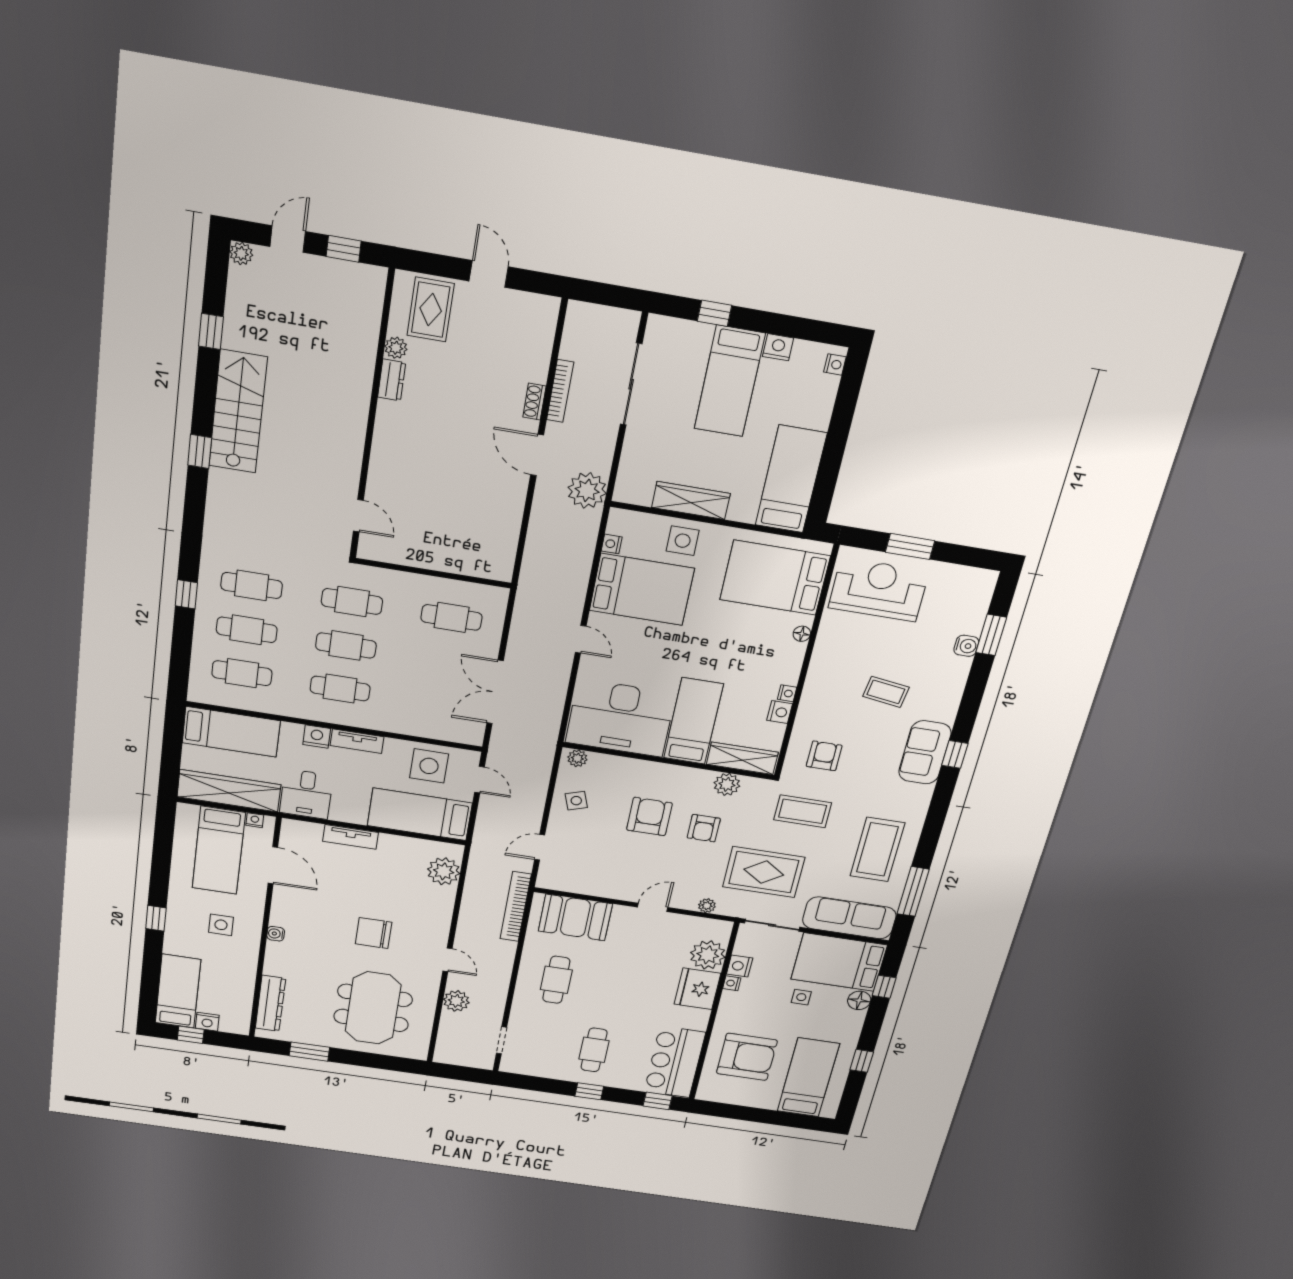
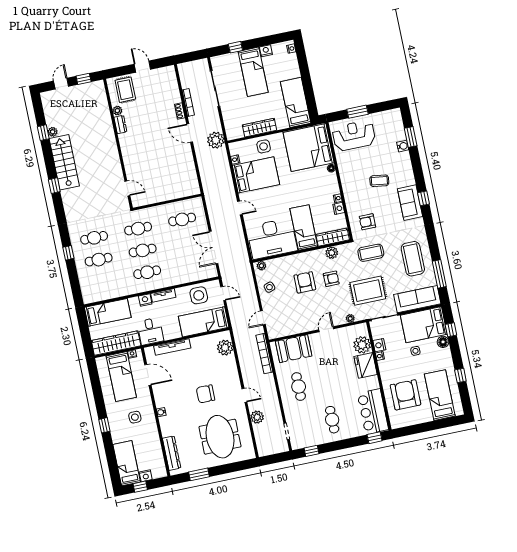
plant: (241, 253) -> (53, 132), moved
bed: (775, 578) -> (309, 148), width x1.36
cafe table: (242, 673) -> (103, 281), removed
armchair: (824, 756) -> (367, 222), turned -90
armchair: (704, 828) -> (331, 279), turned -90
tv unit: (351, 837) -> (172, 347), width x1.41
armchair: (747, 1057) -> (405, 395), turned -90
window: (589, 1091) -> (311, 451), moved

